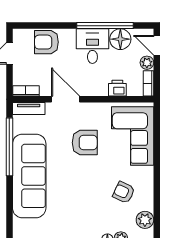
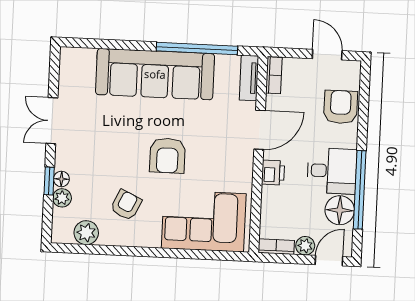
printer: (117, 88) -> (273, 173), moved
armchair: (85, 143) -> (167, 156), moved

